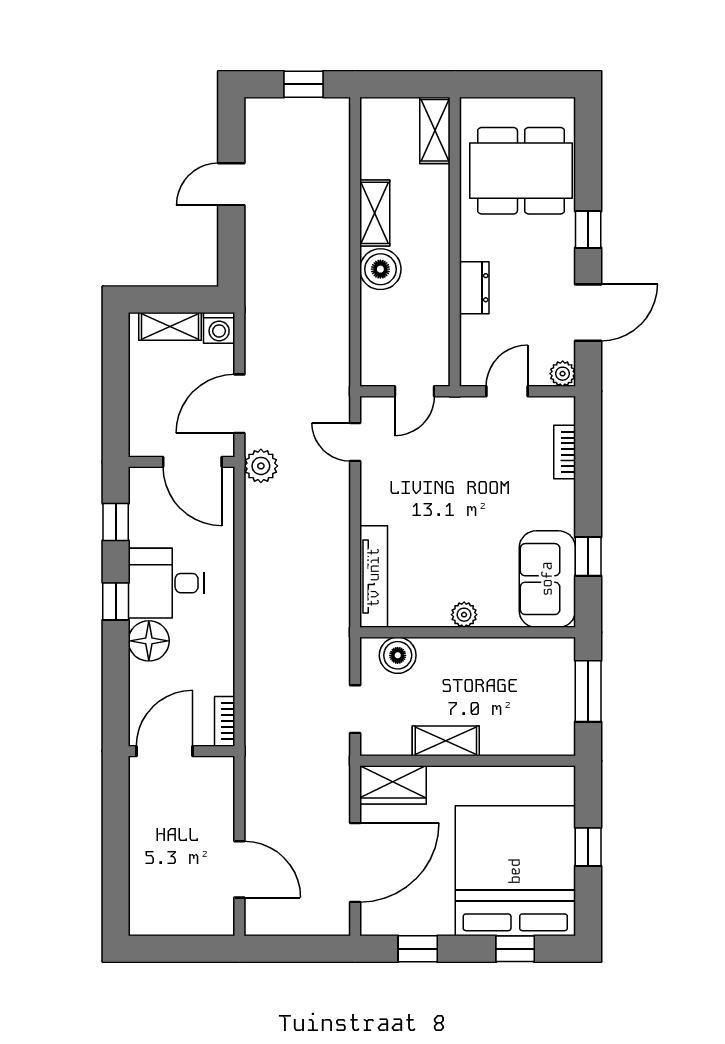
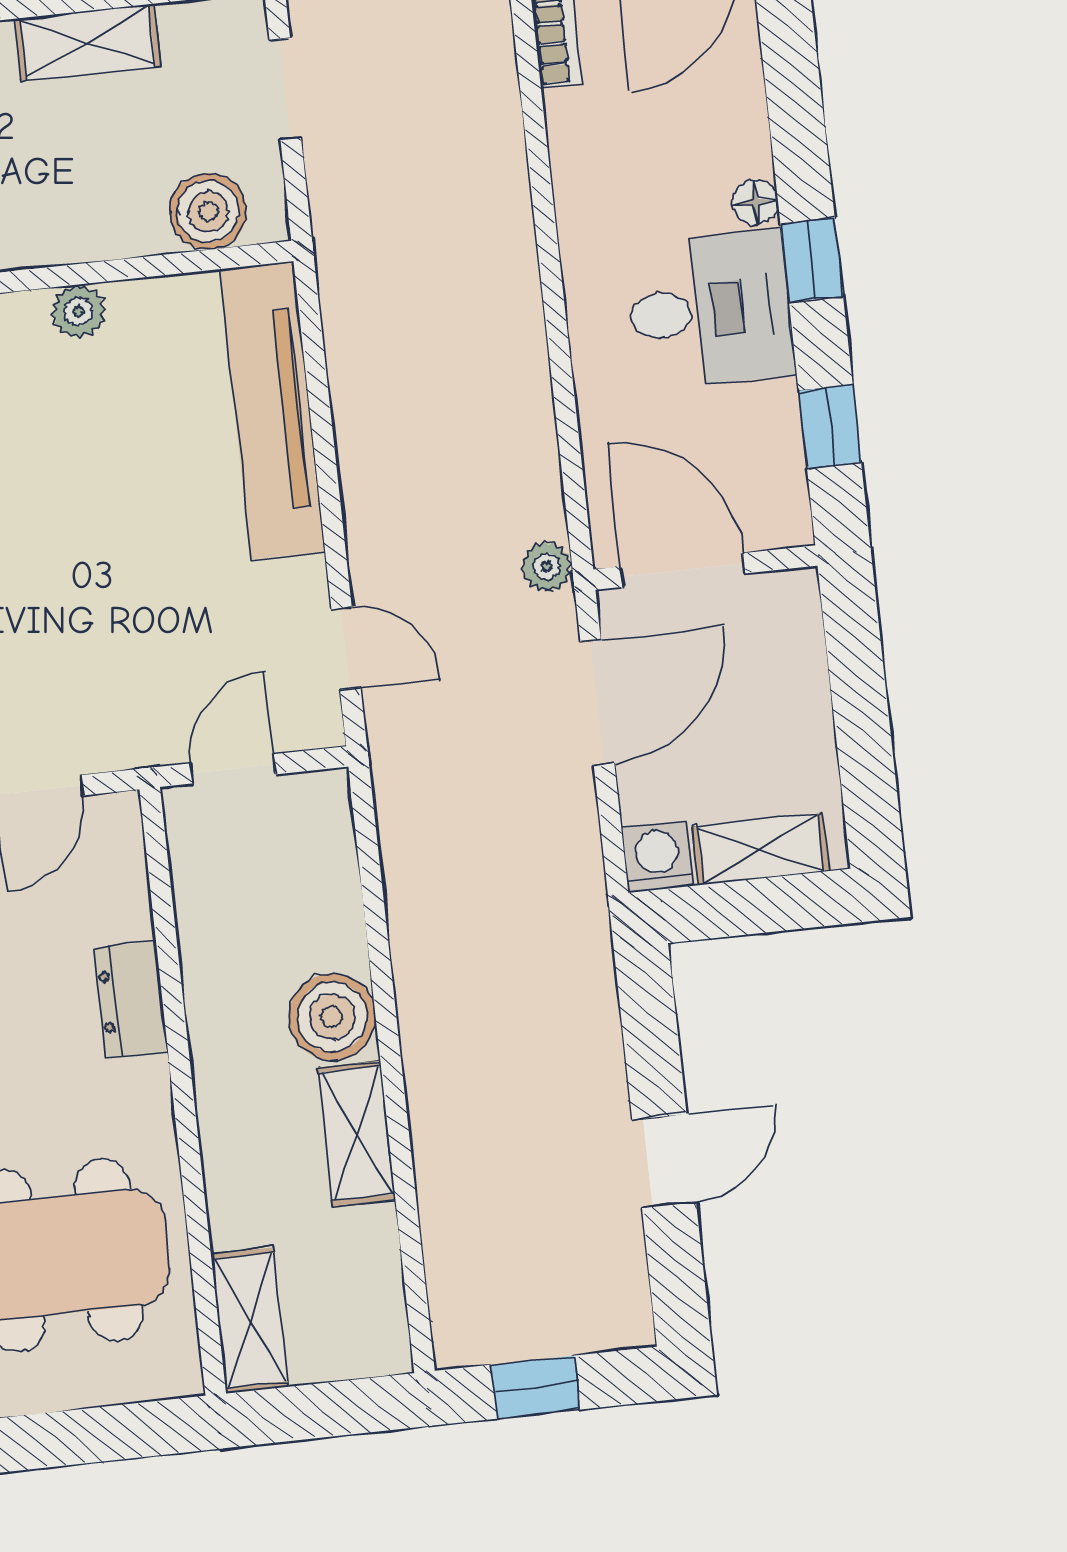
plant: (261, 466) -> (547, 567), width x0.73, depth x0.73
tv unit: (374, 577) -> (272, 410), width x1.36, depth x1.29
floor lamp: (149, 641) -> (755, 203), width x0.53, depth x0.53

